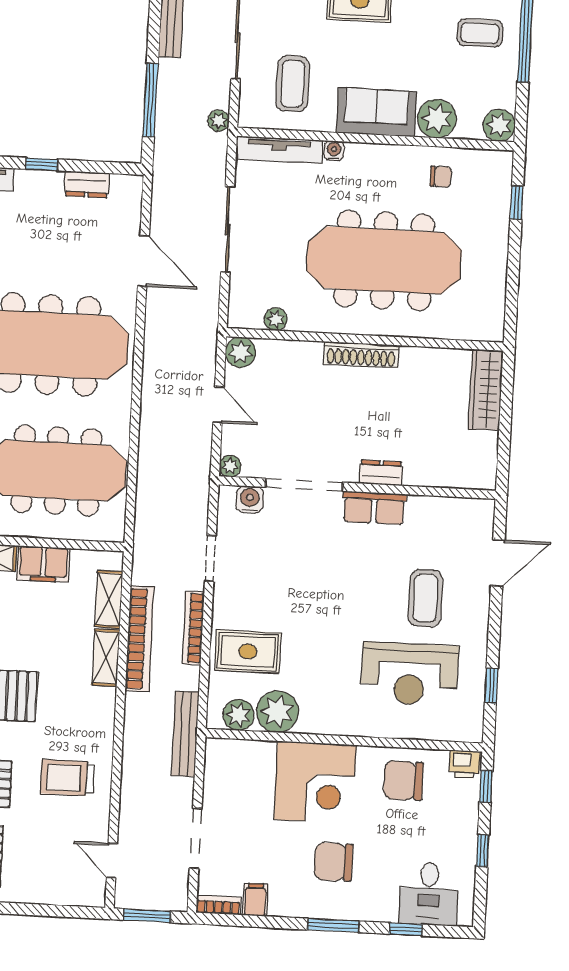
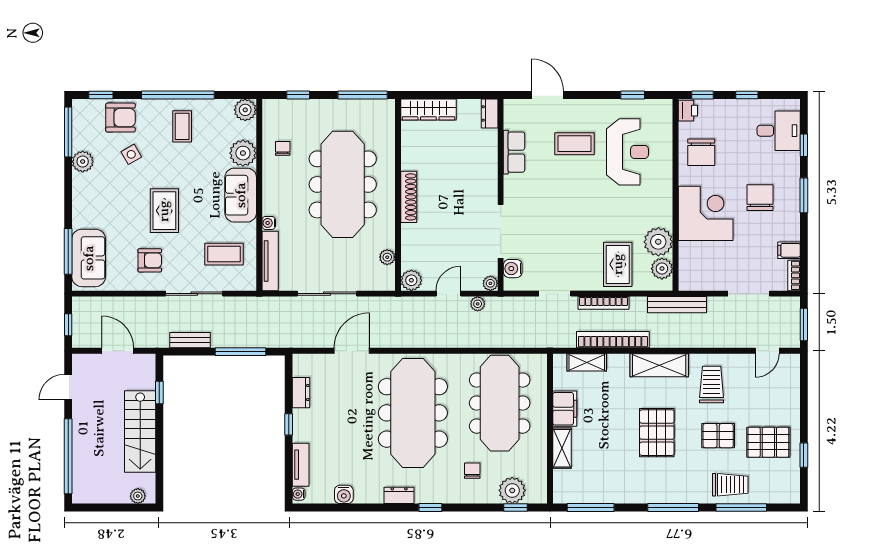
plant: (219, 121) -> (478, 304), moved
window: (512, 296) -> (363, 95), added
dresser: (381, 473) -> (490, 113), moved
row of seats: (374, 508) -> (514, 152), moved
shelving: (106, 658) -> (659, 365), moved, width x1.50, depth x1.33
trolley: (67, 778) -> (712, 384), turned 180
chair: (333, 862) -> (760, 198), turned 180

